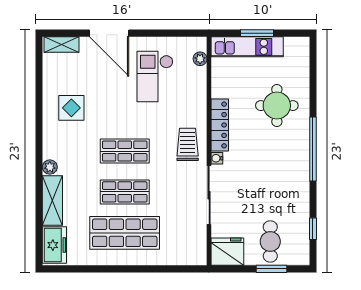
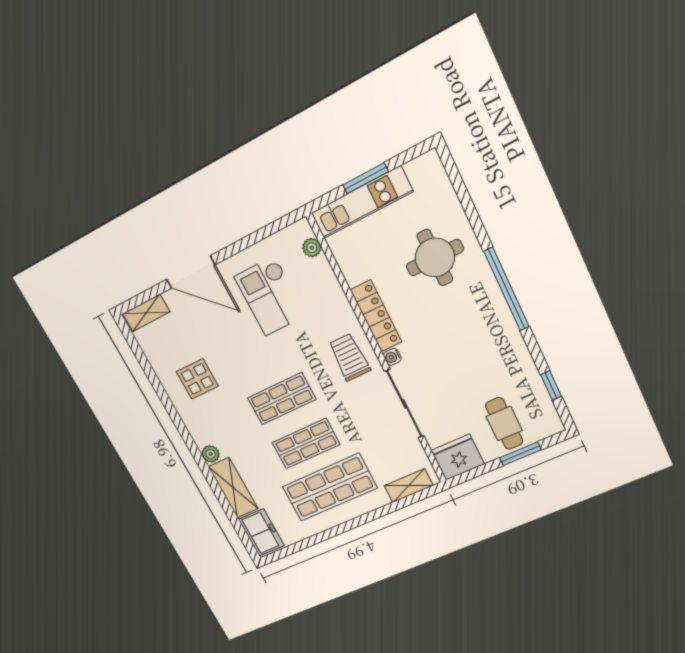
shelving: (183, 257) -> (409, 486), added

